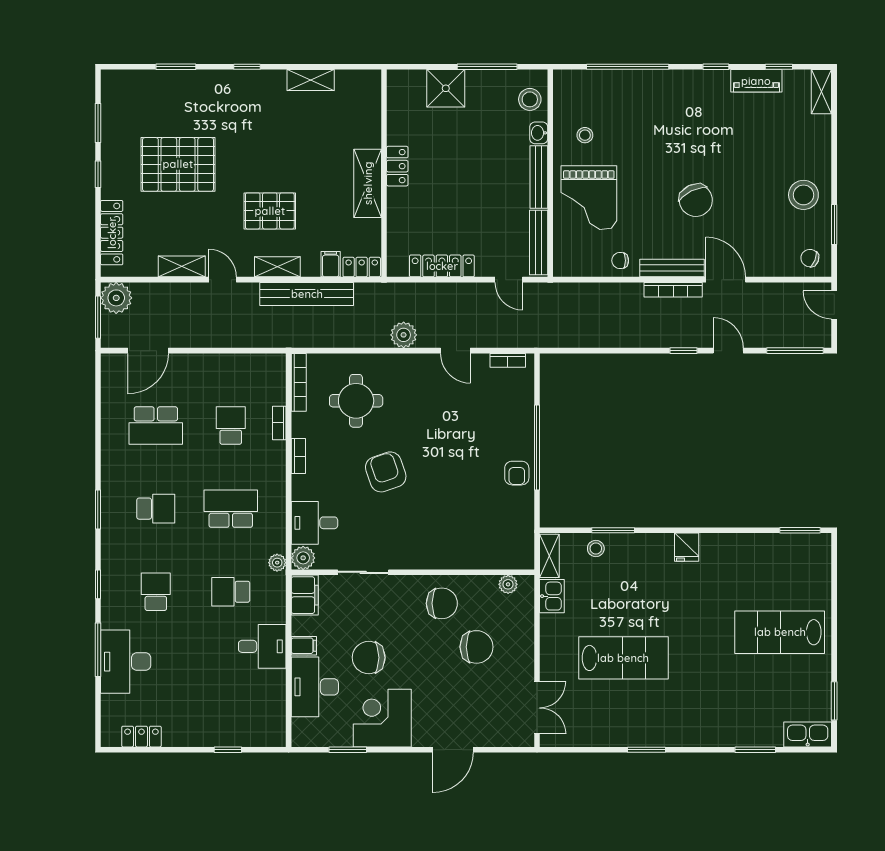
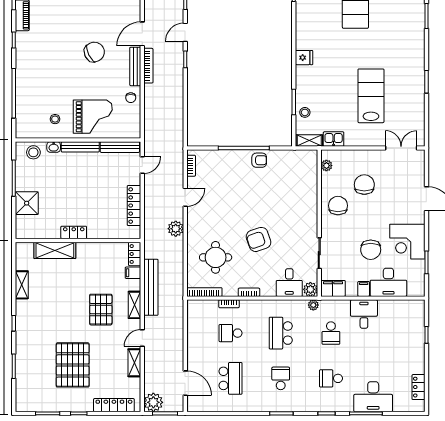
shelving: (368, 183) -> (55, 250), moved

